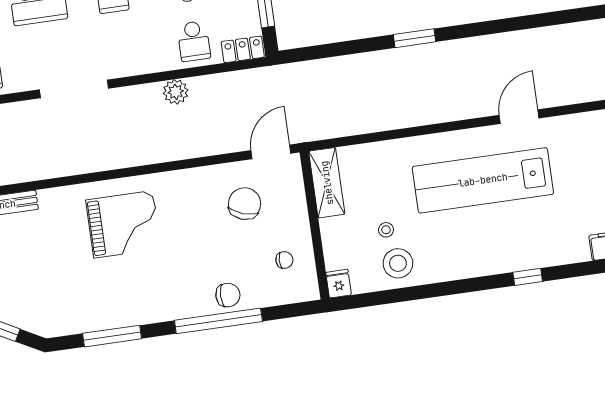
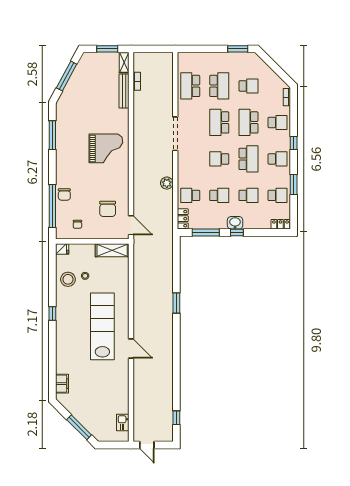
chair: (245, 204) -> (108, 209), turned 71
grand piano: (123, 224) -> (106, 148), turned -90
window: (528, 277) -> (52, 314), moved
window: (218, 321) -> (52, 206), moved

